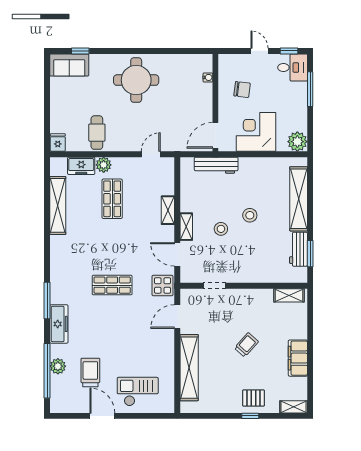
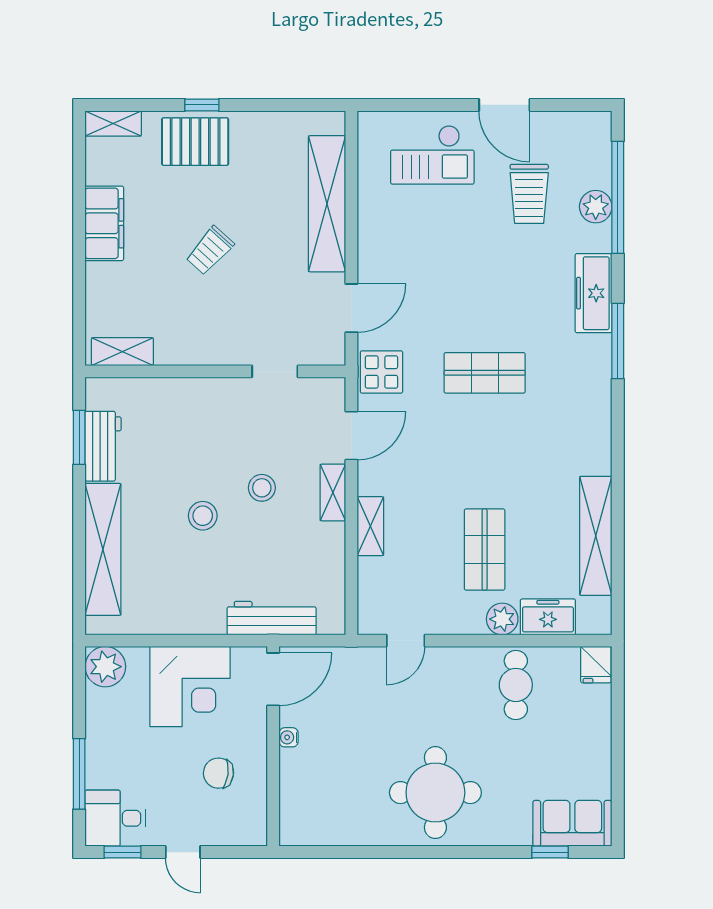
water cooler: (208, 77) -> (289, 737), moved
door: (177, 254) -> (351, 436), hinge flipped
pallet: (254, 398) -> (195, 142), width x1.50, depth x1.42

